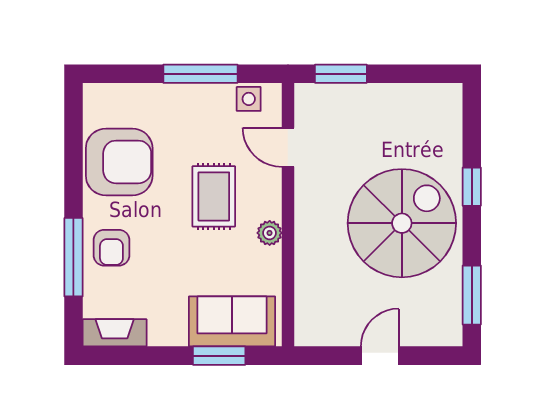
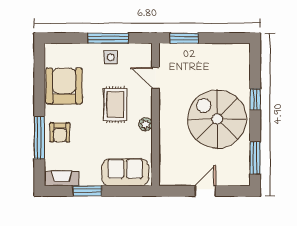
side table: (249, 99) -> (111, 57), moved
armchair: (119, 162) -> (64, 86), turned -90
spiral stairs: (402, 223) -> (217, 119), turned -90
window: (219, 356) -> (87, 191), moved

